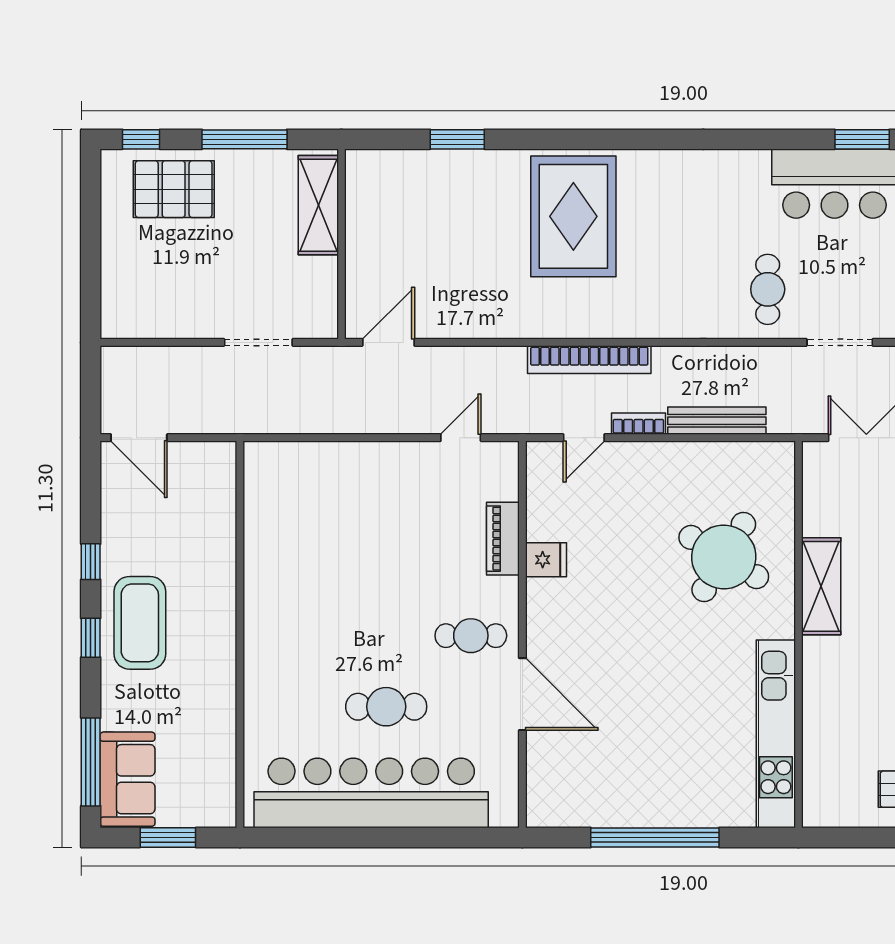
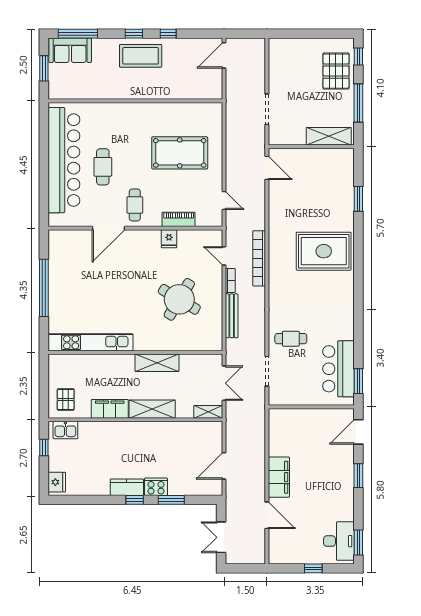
pool table: (355, 536) -> (180, 153), added
round table: (724, 557) -> (179, 299), moved

